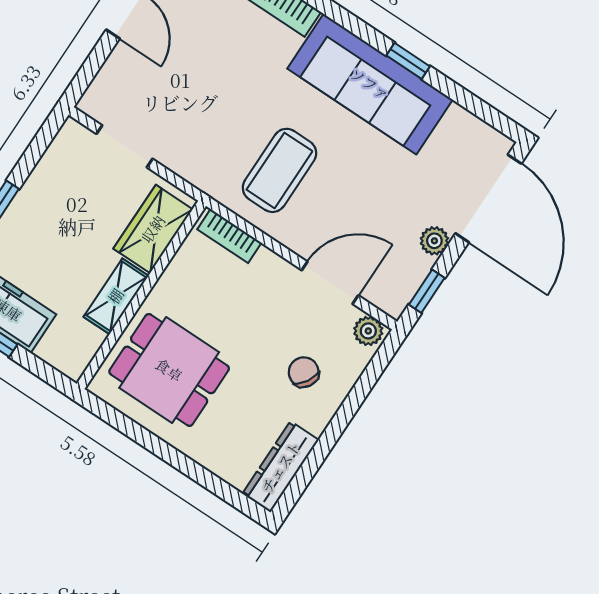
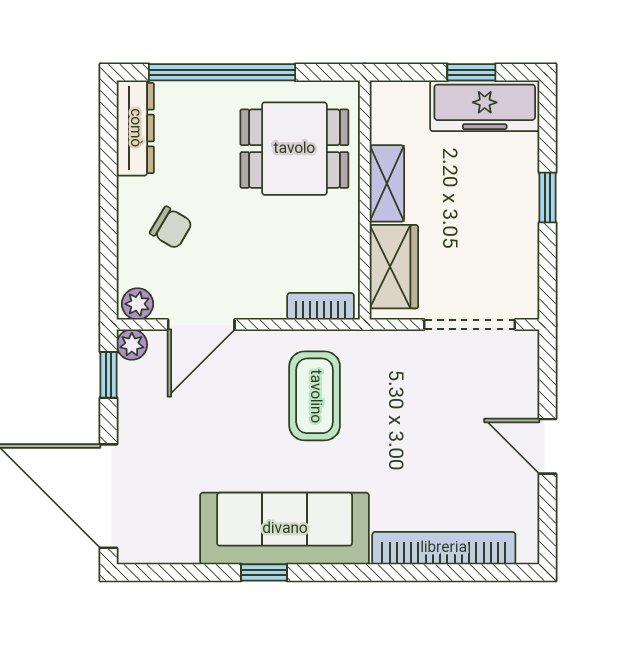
doorway: (125, 146) -> (469, 324), width x1.38
plant: (434, 241) -> (132, 345), moved
window: (186, 465) -> (222, 72), added

